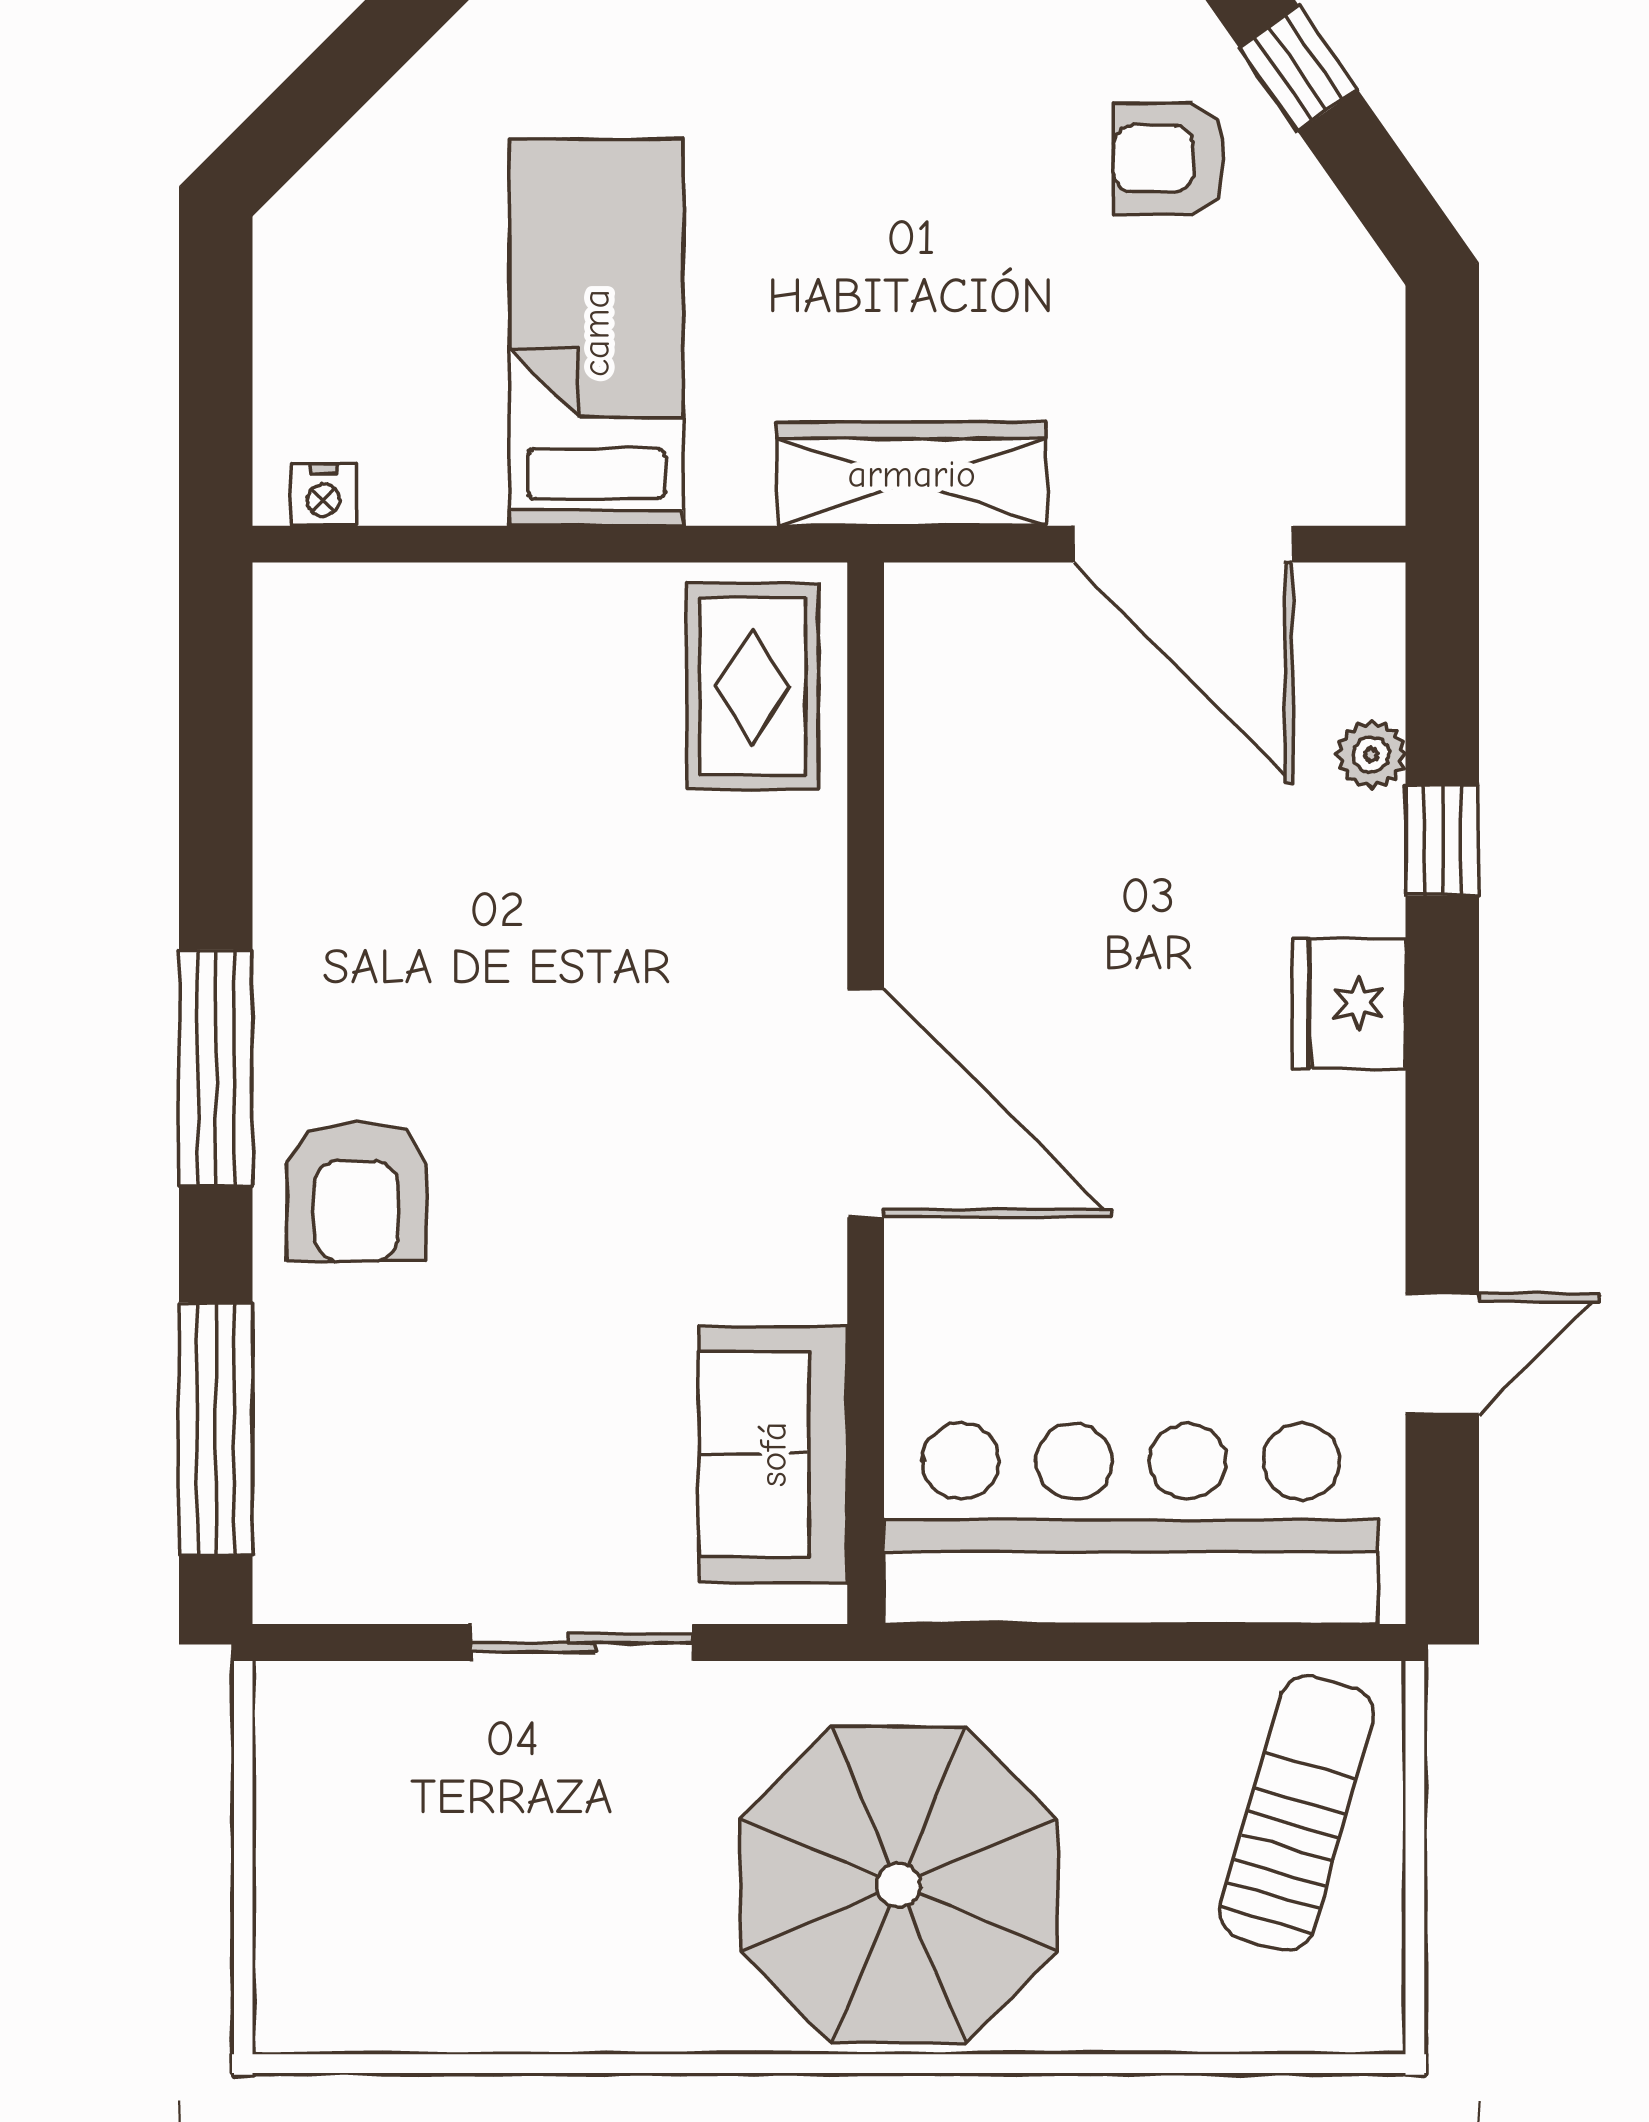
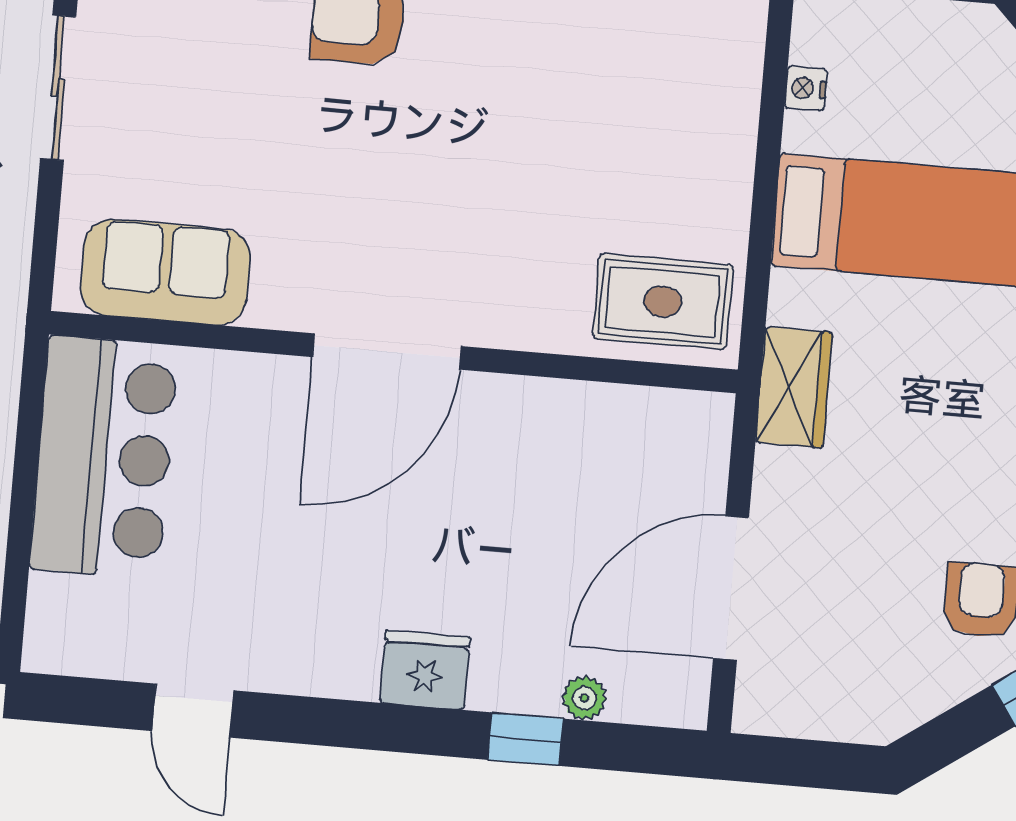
wardrobe: (912, 474) -> (794, 387), width x0.67
nightstand: (324, 495) -> (806, 88), moved
bar counter: (1131, 1524) -> (104, 457), width x0.73
sliding door: (582, 1643) -> (58, 88), moved

